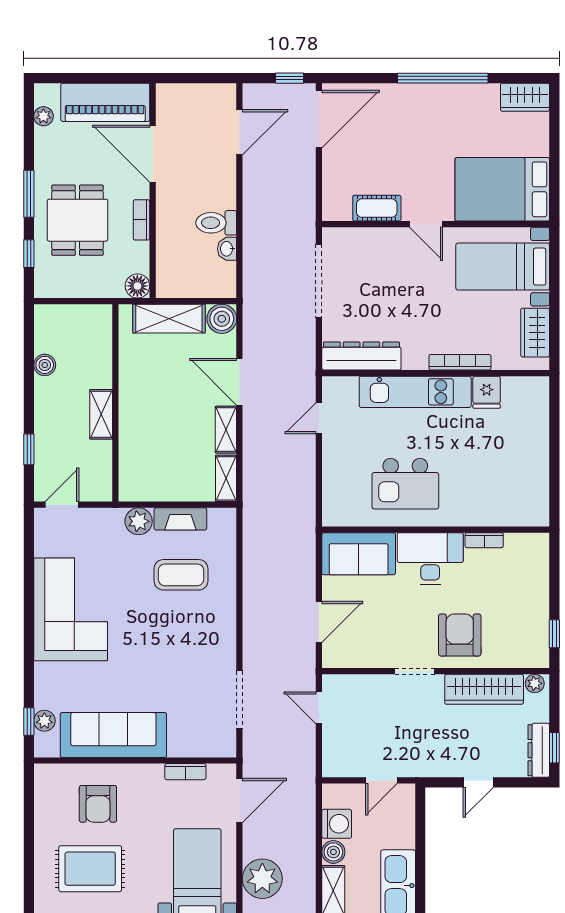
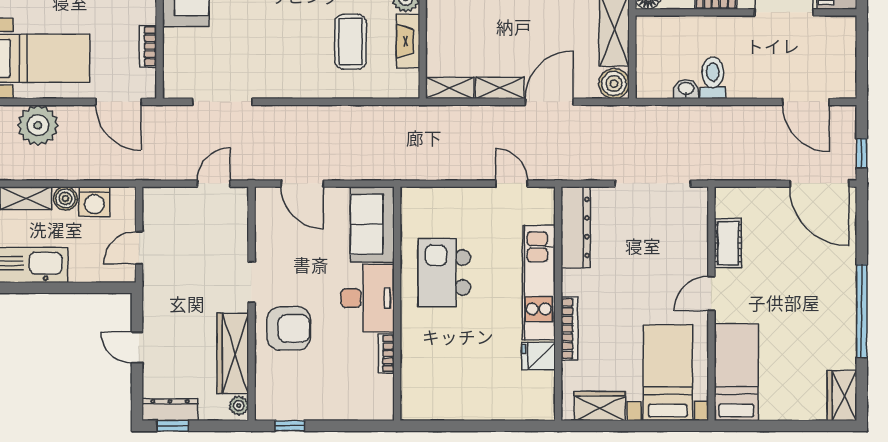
bed: (502, 189) -> (736, 372), width x0.67
door: (381, 780) -> (139, 248), hinge flipped

